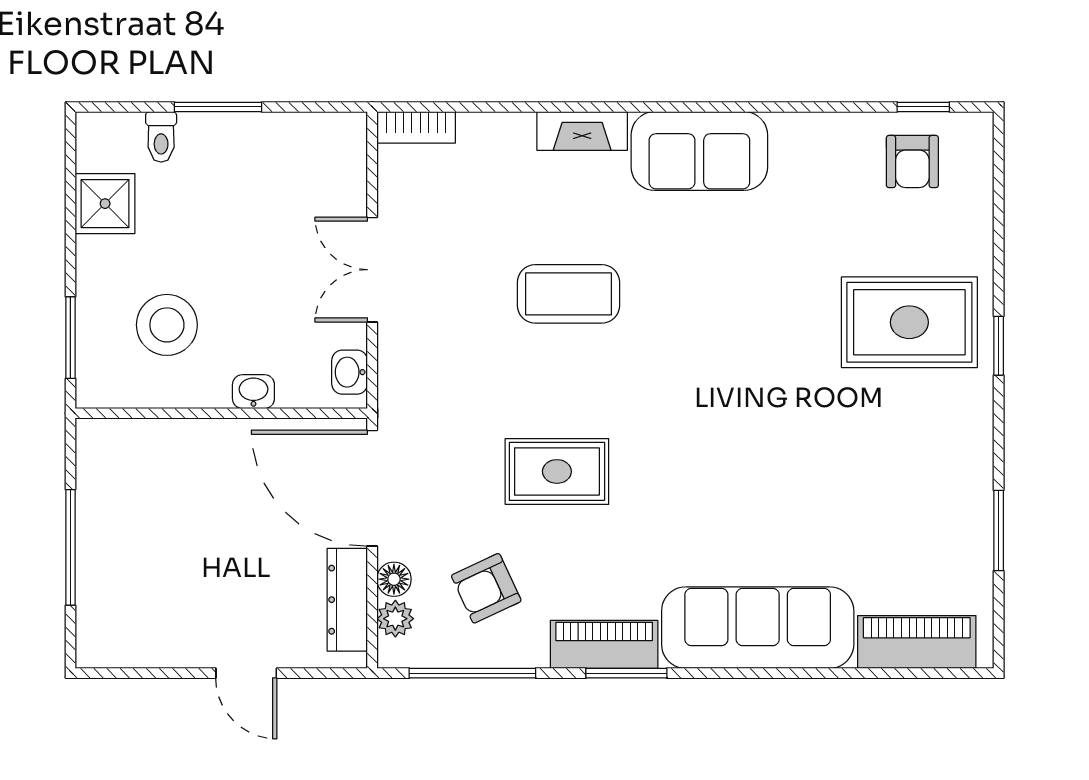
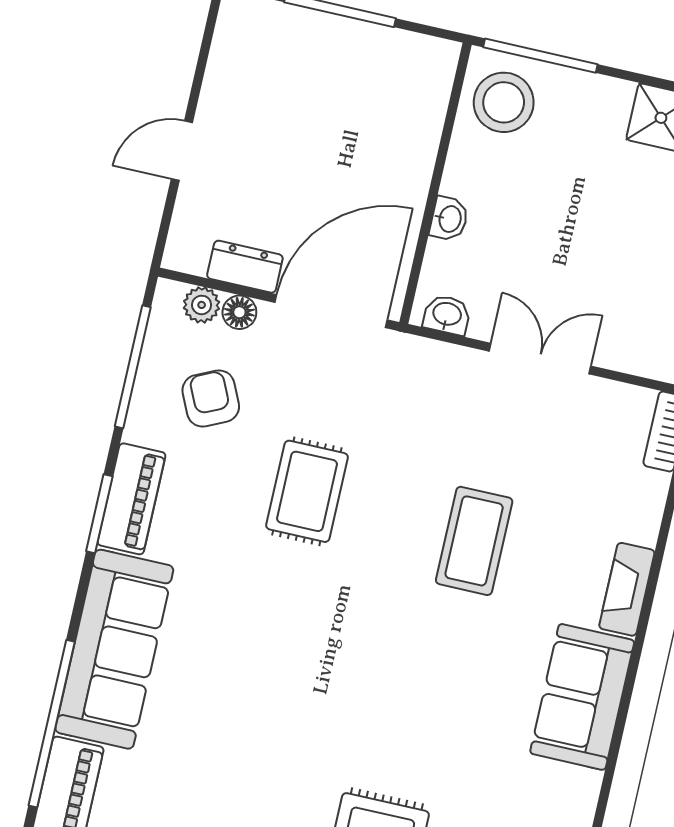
stool: (167, 325) -> (504, 102), moved
window: (70, 338) -> (540, 56), width x1.44
dresser: (347, 600) -> (245, 267), width x0.70
window: (846, 673) -> (52, 724), added

